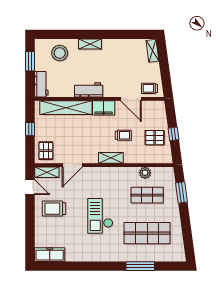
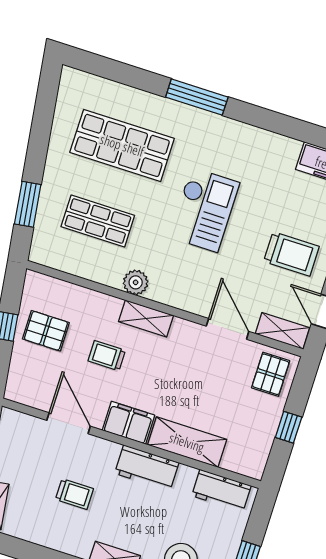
workbench: (41, 84) -> (221, 491), moved, turned -90
trolley: (149, 88) -> (74, 494), moved
shelving: (66, 108) -> (187, 442), width x0.68
door: (72, 165) -> (228, 329), hinge flipped
plant: (145, 173) -> (136, 282), moved
window: (140, 266) -> (197, 97), moved

